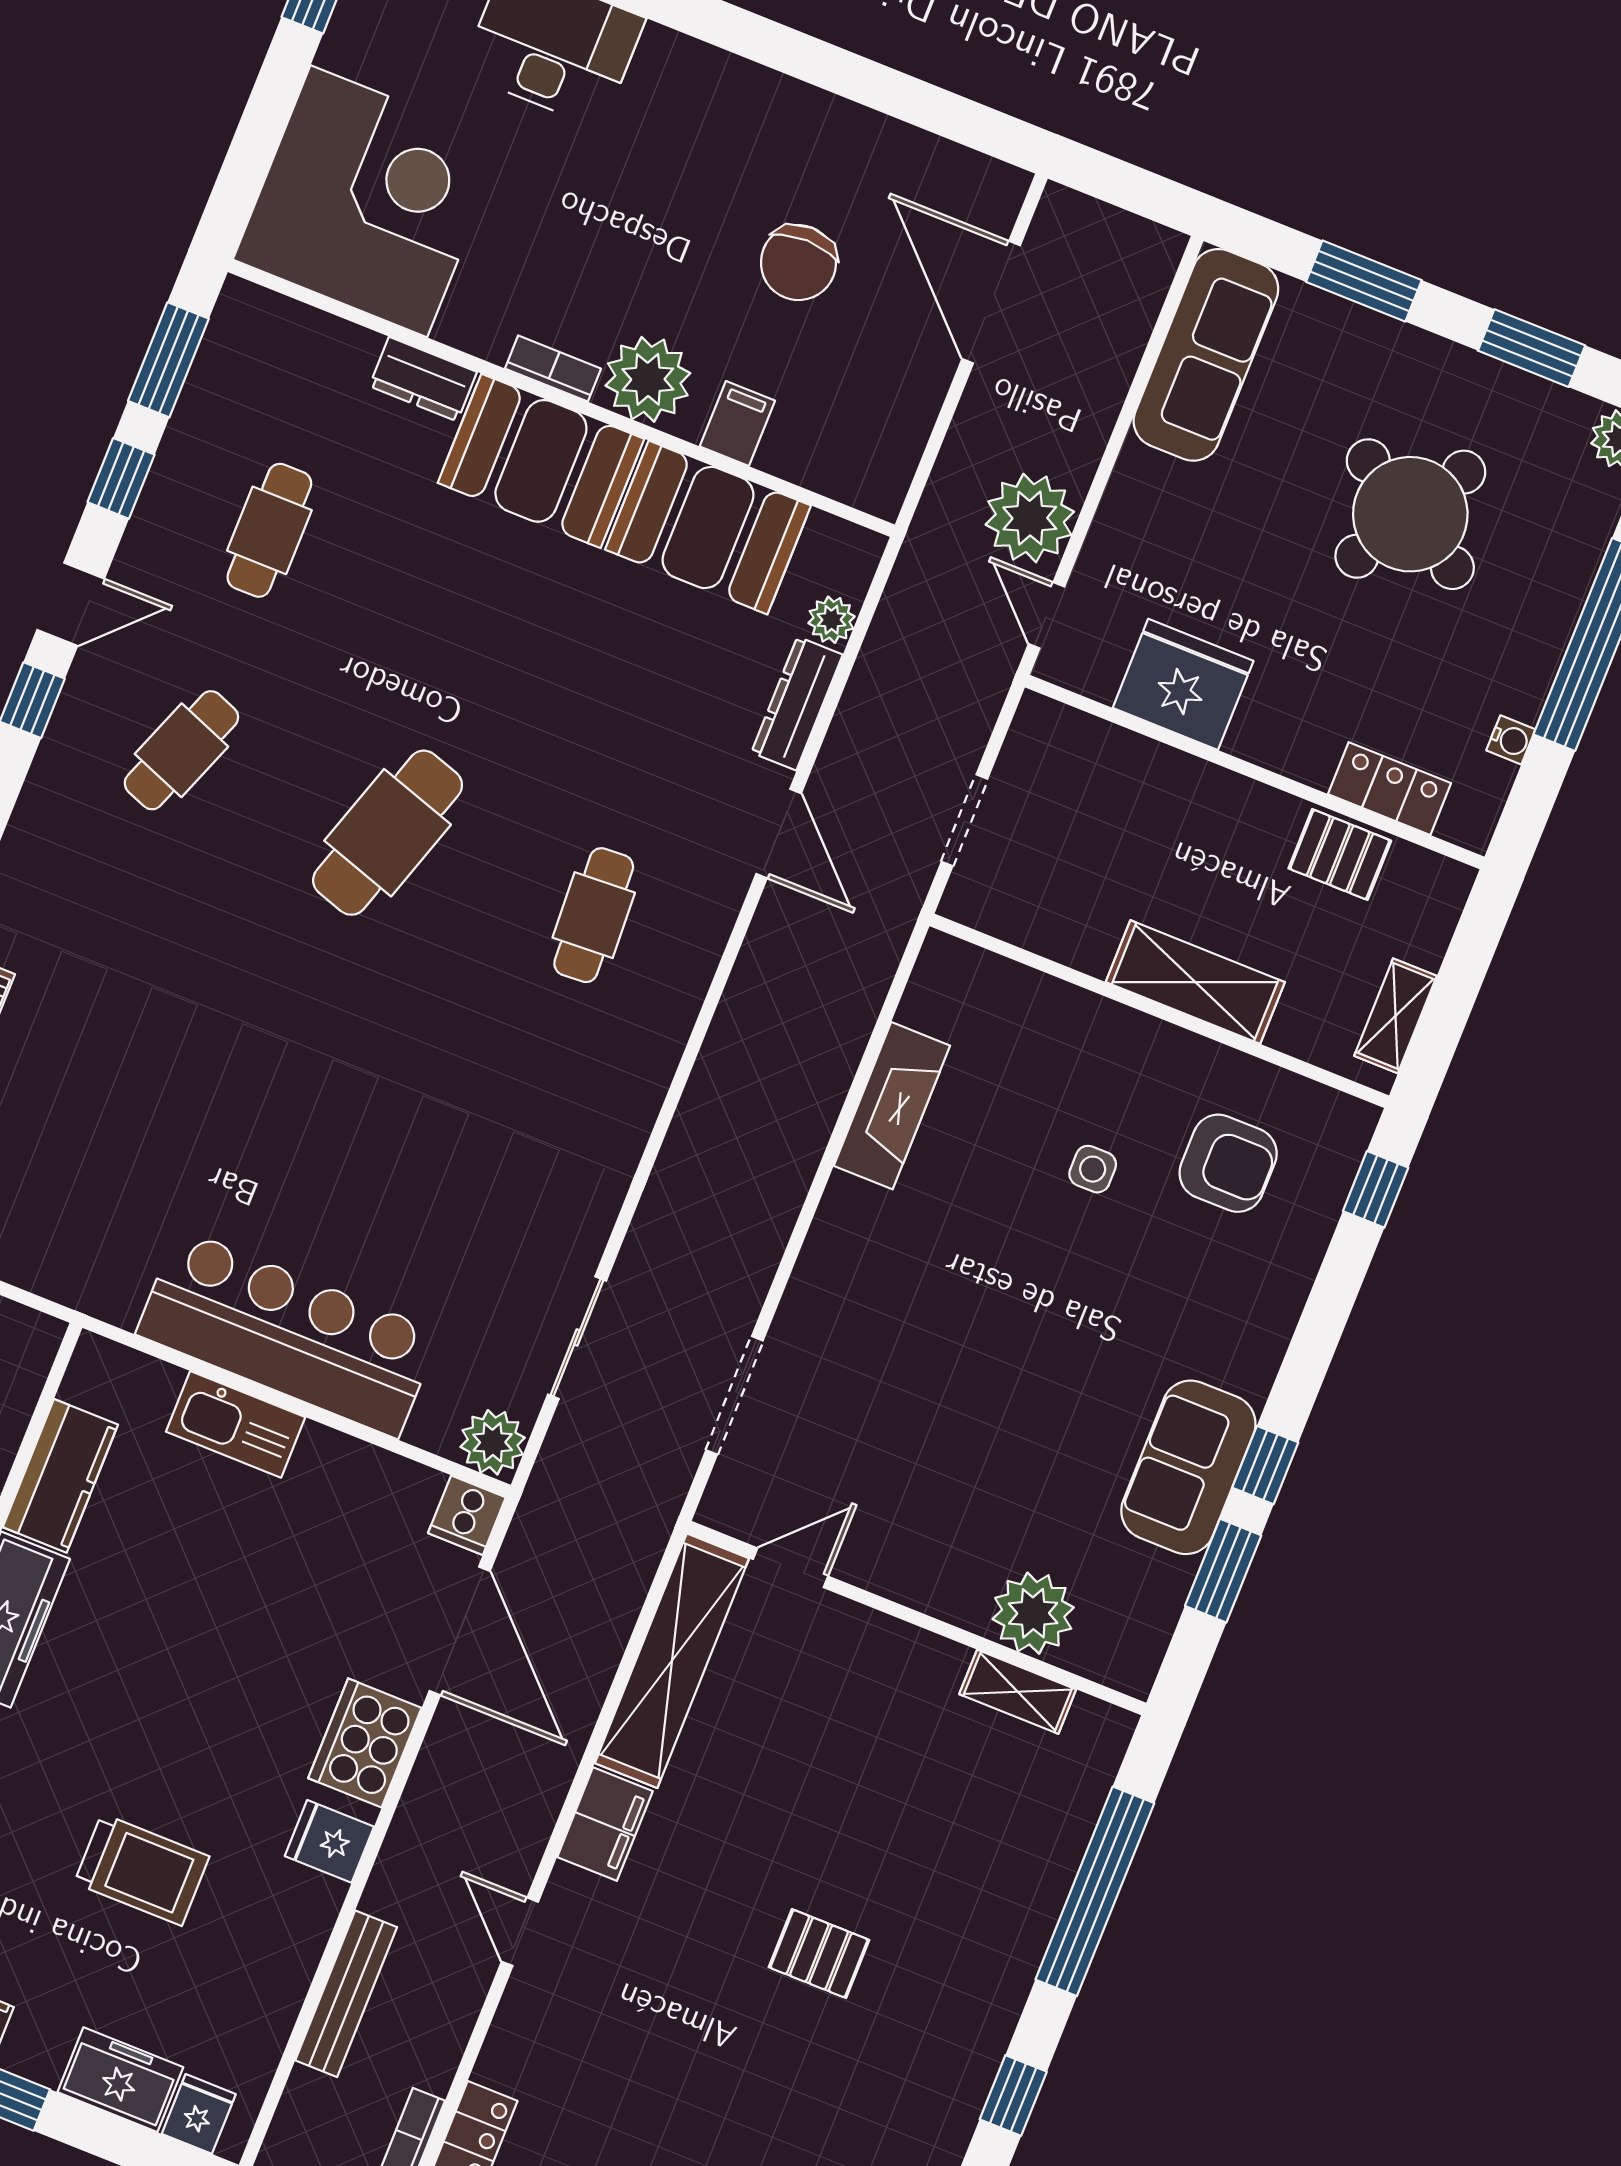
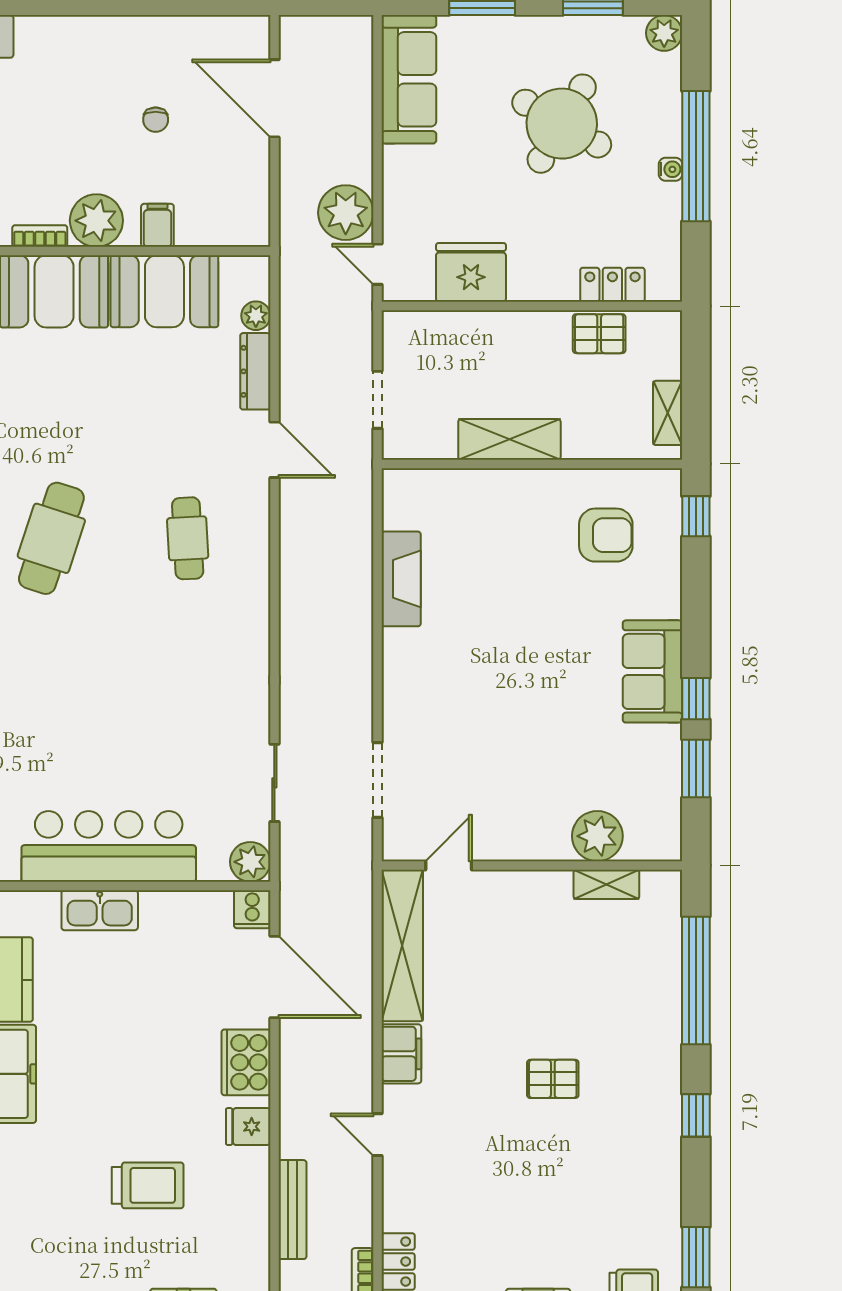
chair: (798, 263) -> (156, 120), width x0.54, depth x0.54
water cooler: (1511, 740) -> (670, 169), moved
shelving: (1195, 982) -> (509, 439), moved
side table: (1093, 1169) -> (530, 569), removed
sofa: (1188, 1467) -> (653, 671), moved

